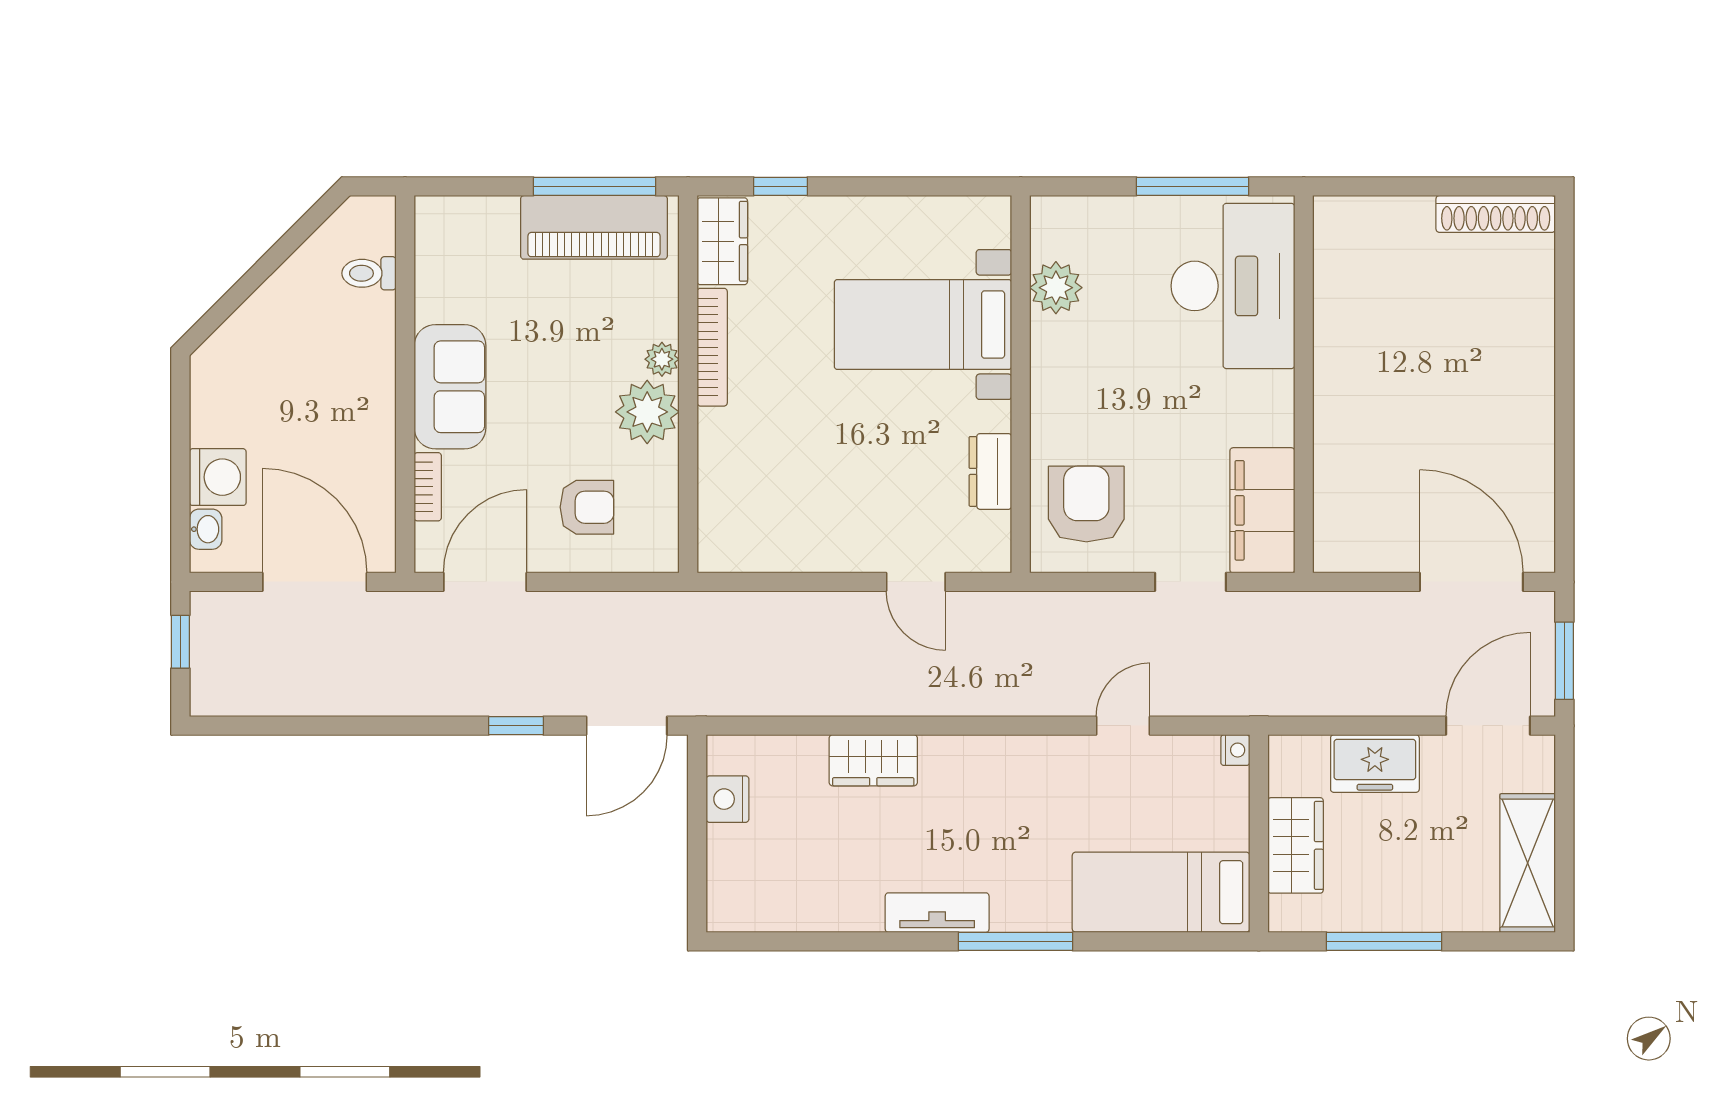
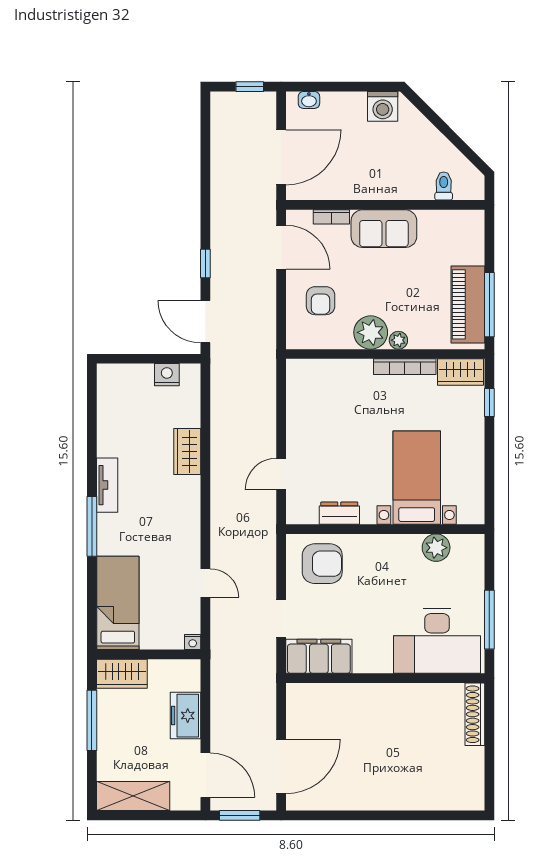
shoe rack: (1496, 214) -> (475, 714), moved
washing machine: (218, 477) -> (383, 106), moved
wardrobe: (1296, 845) -> (122, 674), moved

